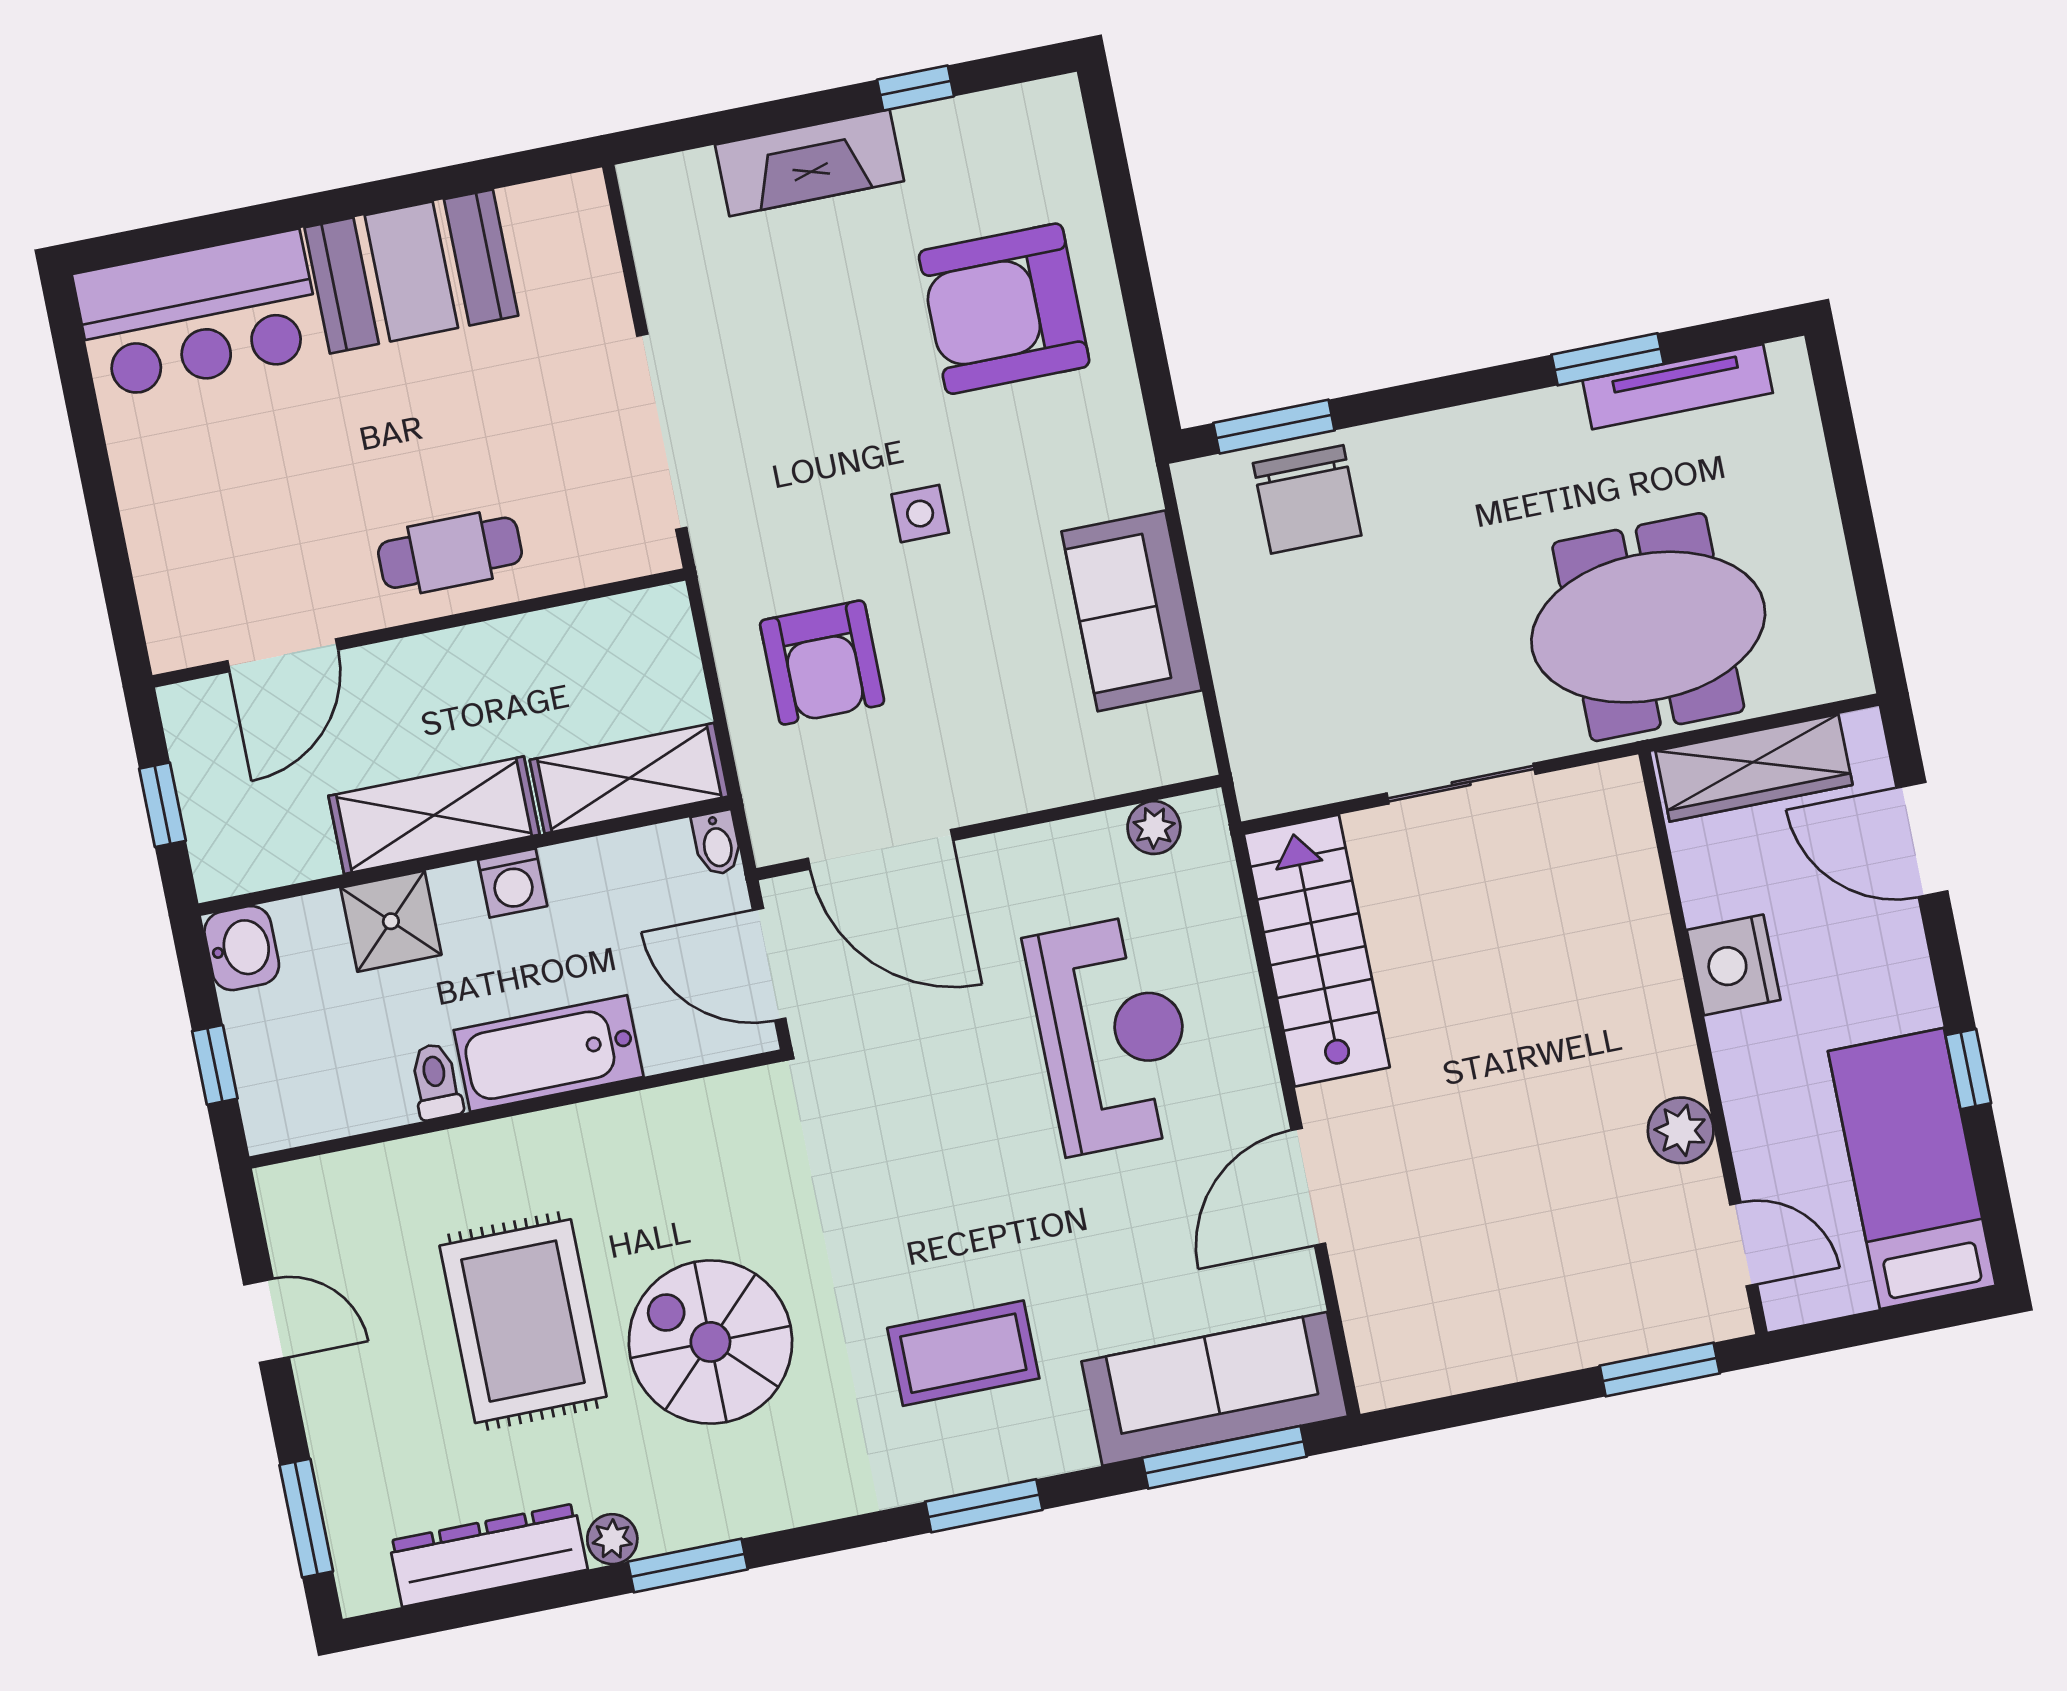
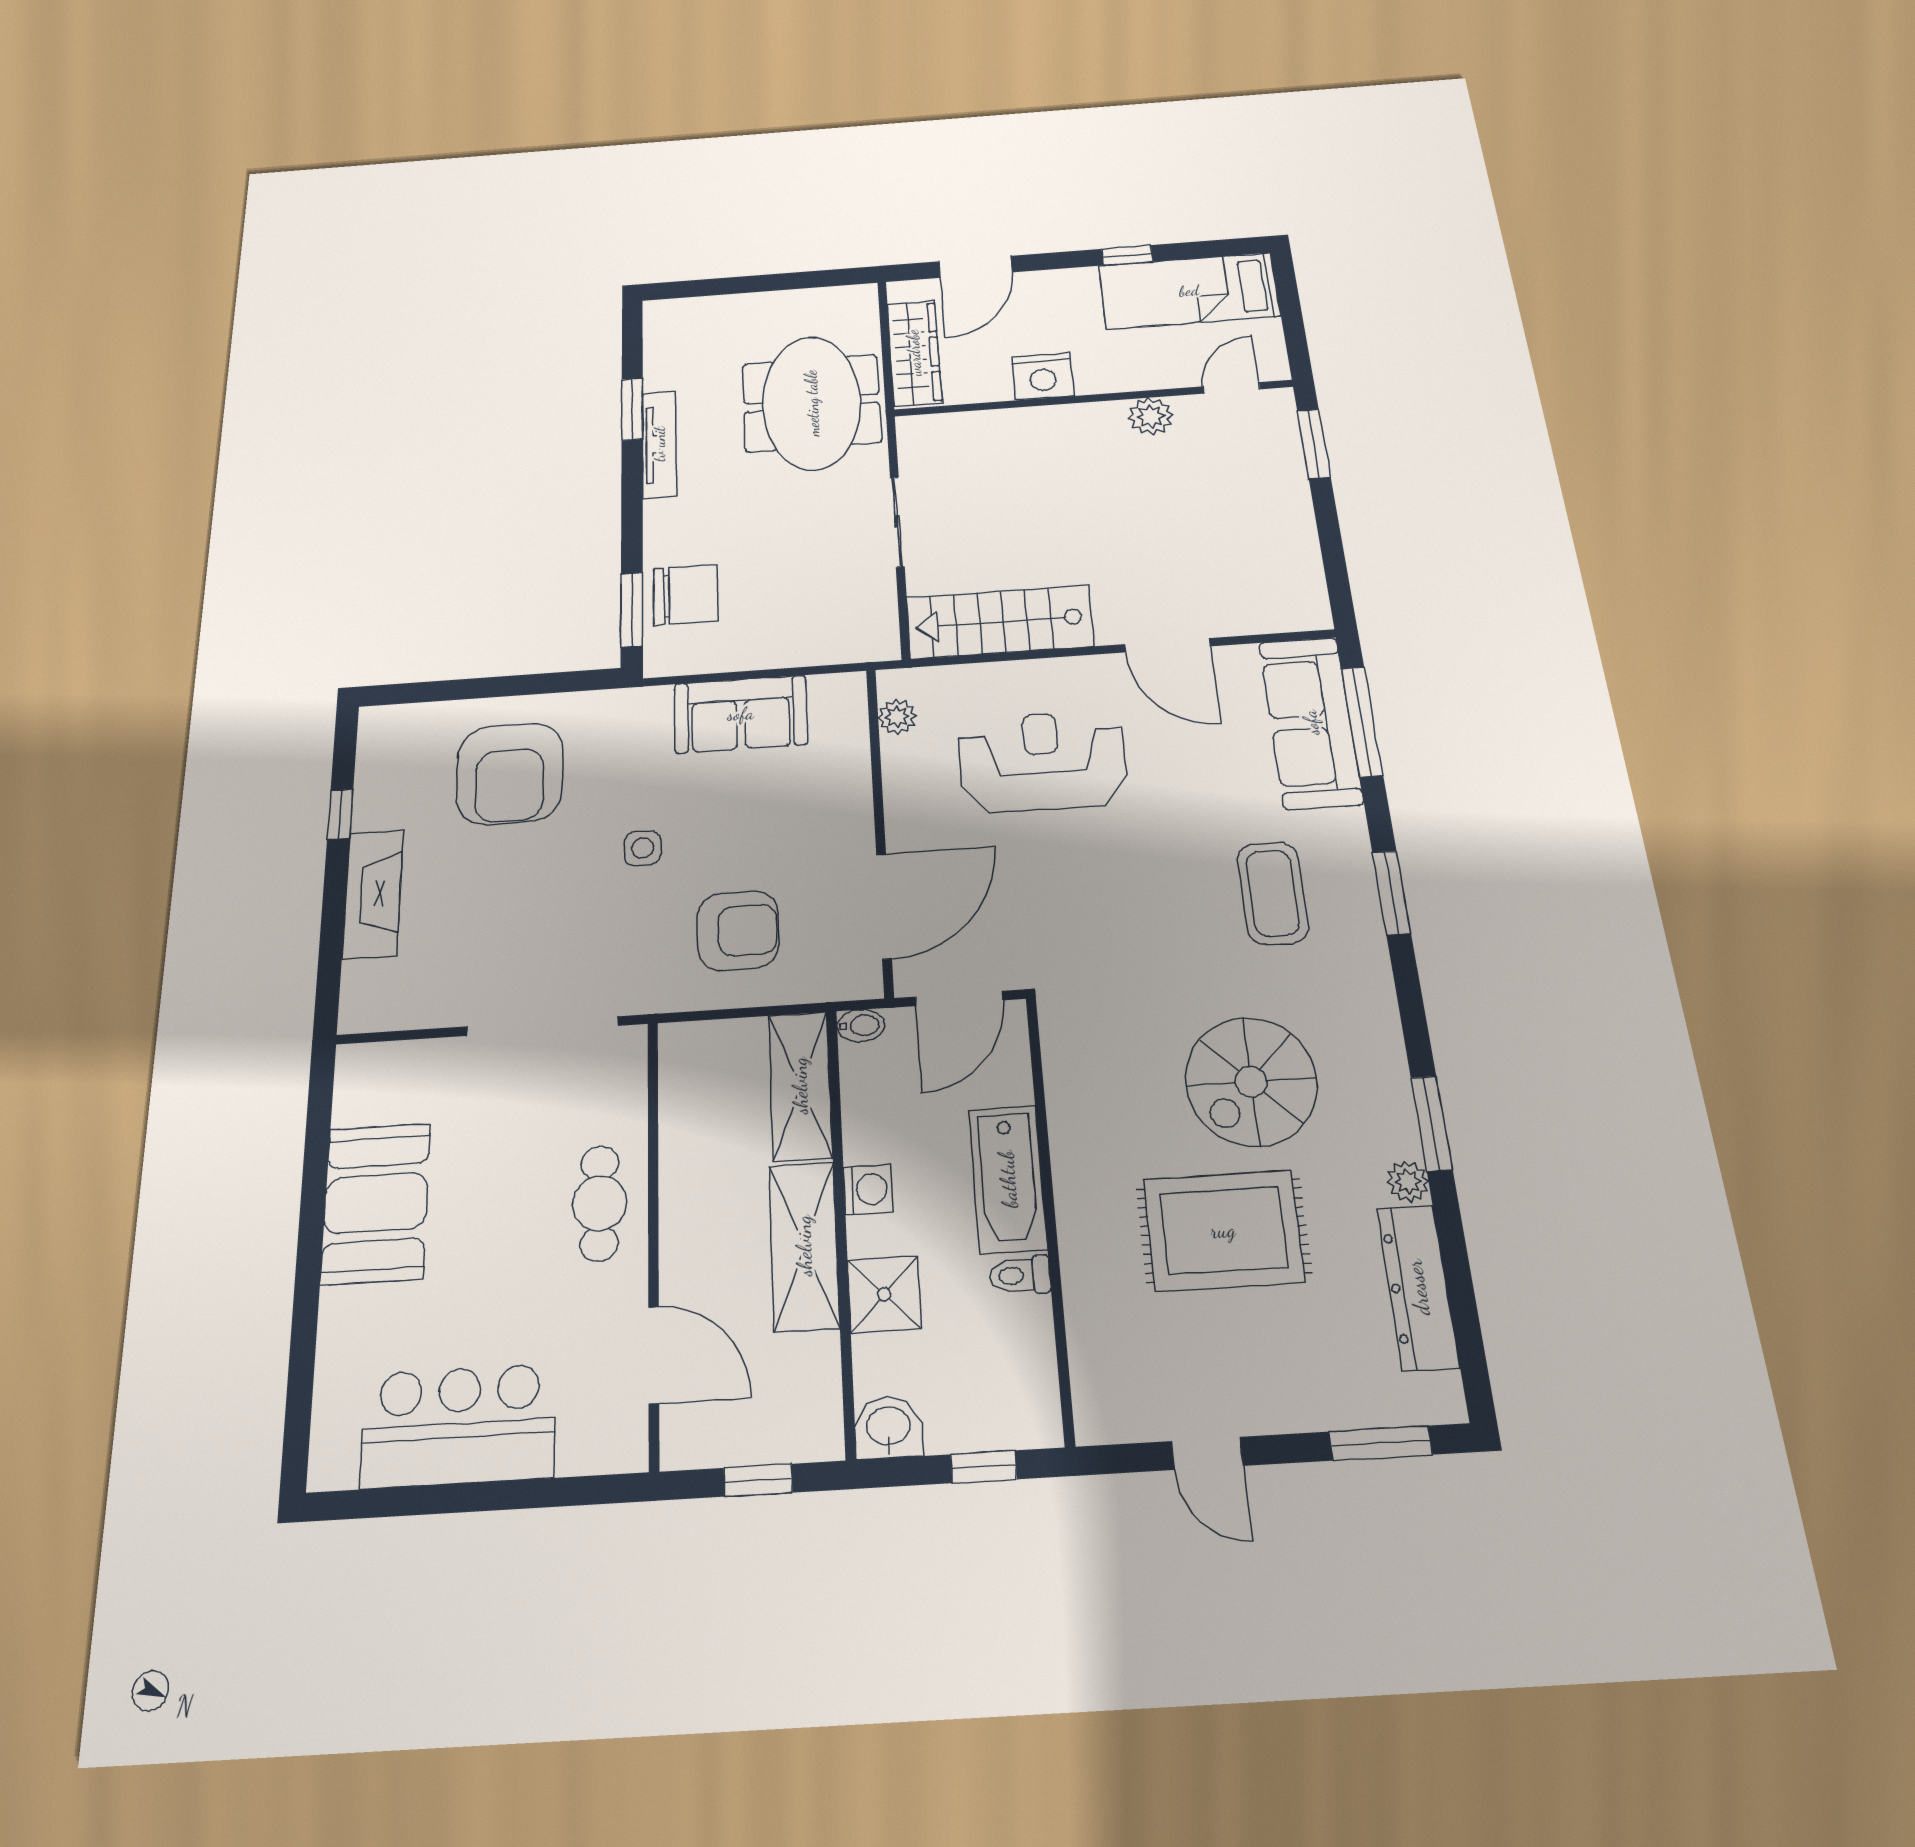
bar counter: (198, 315) -> (458, 1426), moved, turned -90
tv unit: (1678, 387) -> (659, 444), moved
door: (266, 1321) -> (1207, 1453), swing flipped

